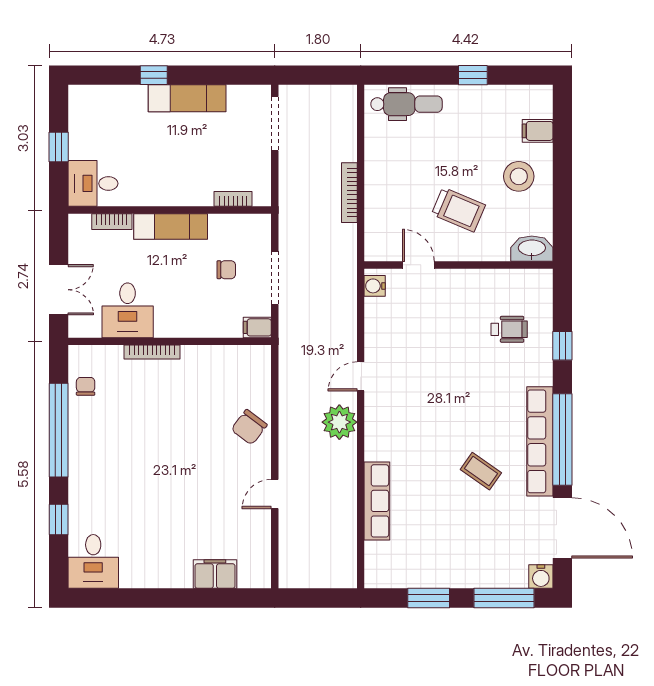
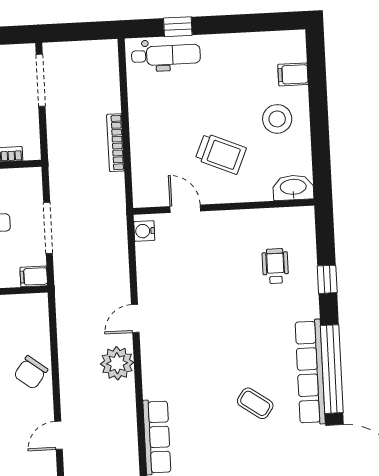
window: (473, 75) -> (178, 27), moved
wheelchair: (509, 329) -> (275, 266), turned -90

